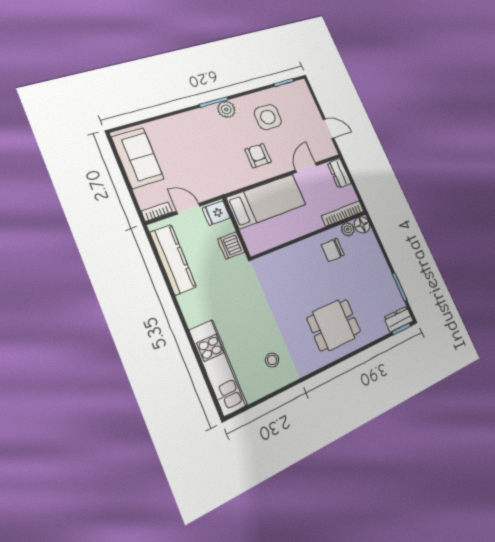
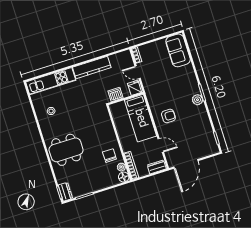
side table: (268, 117) -> (193, 125), removed
door: (328, 129) -> (186, 164), width x1.88
sofa: (138, 158) -> (178, 50), moved, turned 90
door: (188, 209) -> (138, 72), swing flipped
kitchen counter: (173, 260) -> (92, 67), moved
dining table: (334, 325) -> (66, 150), width x1.38

